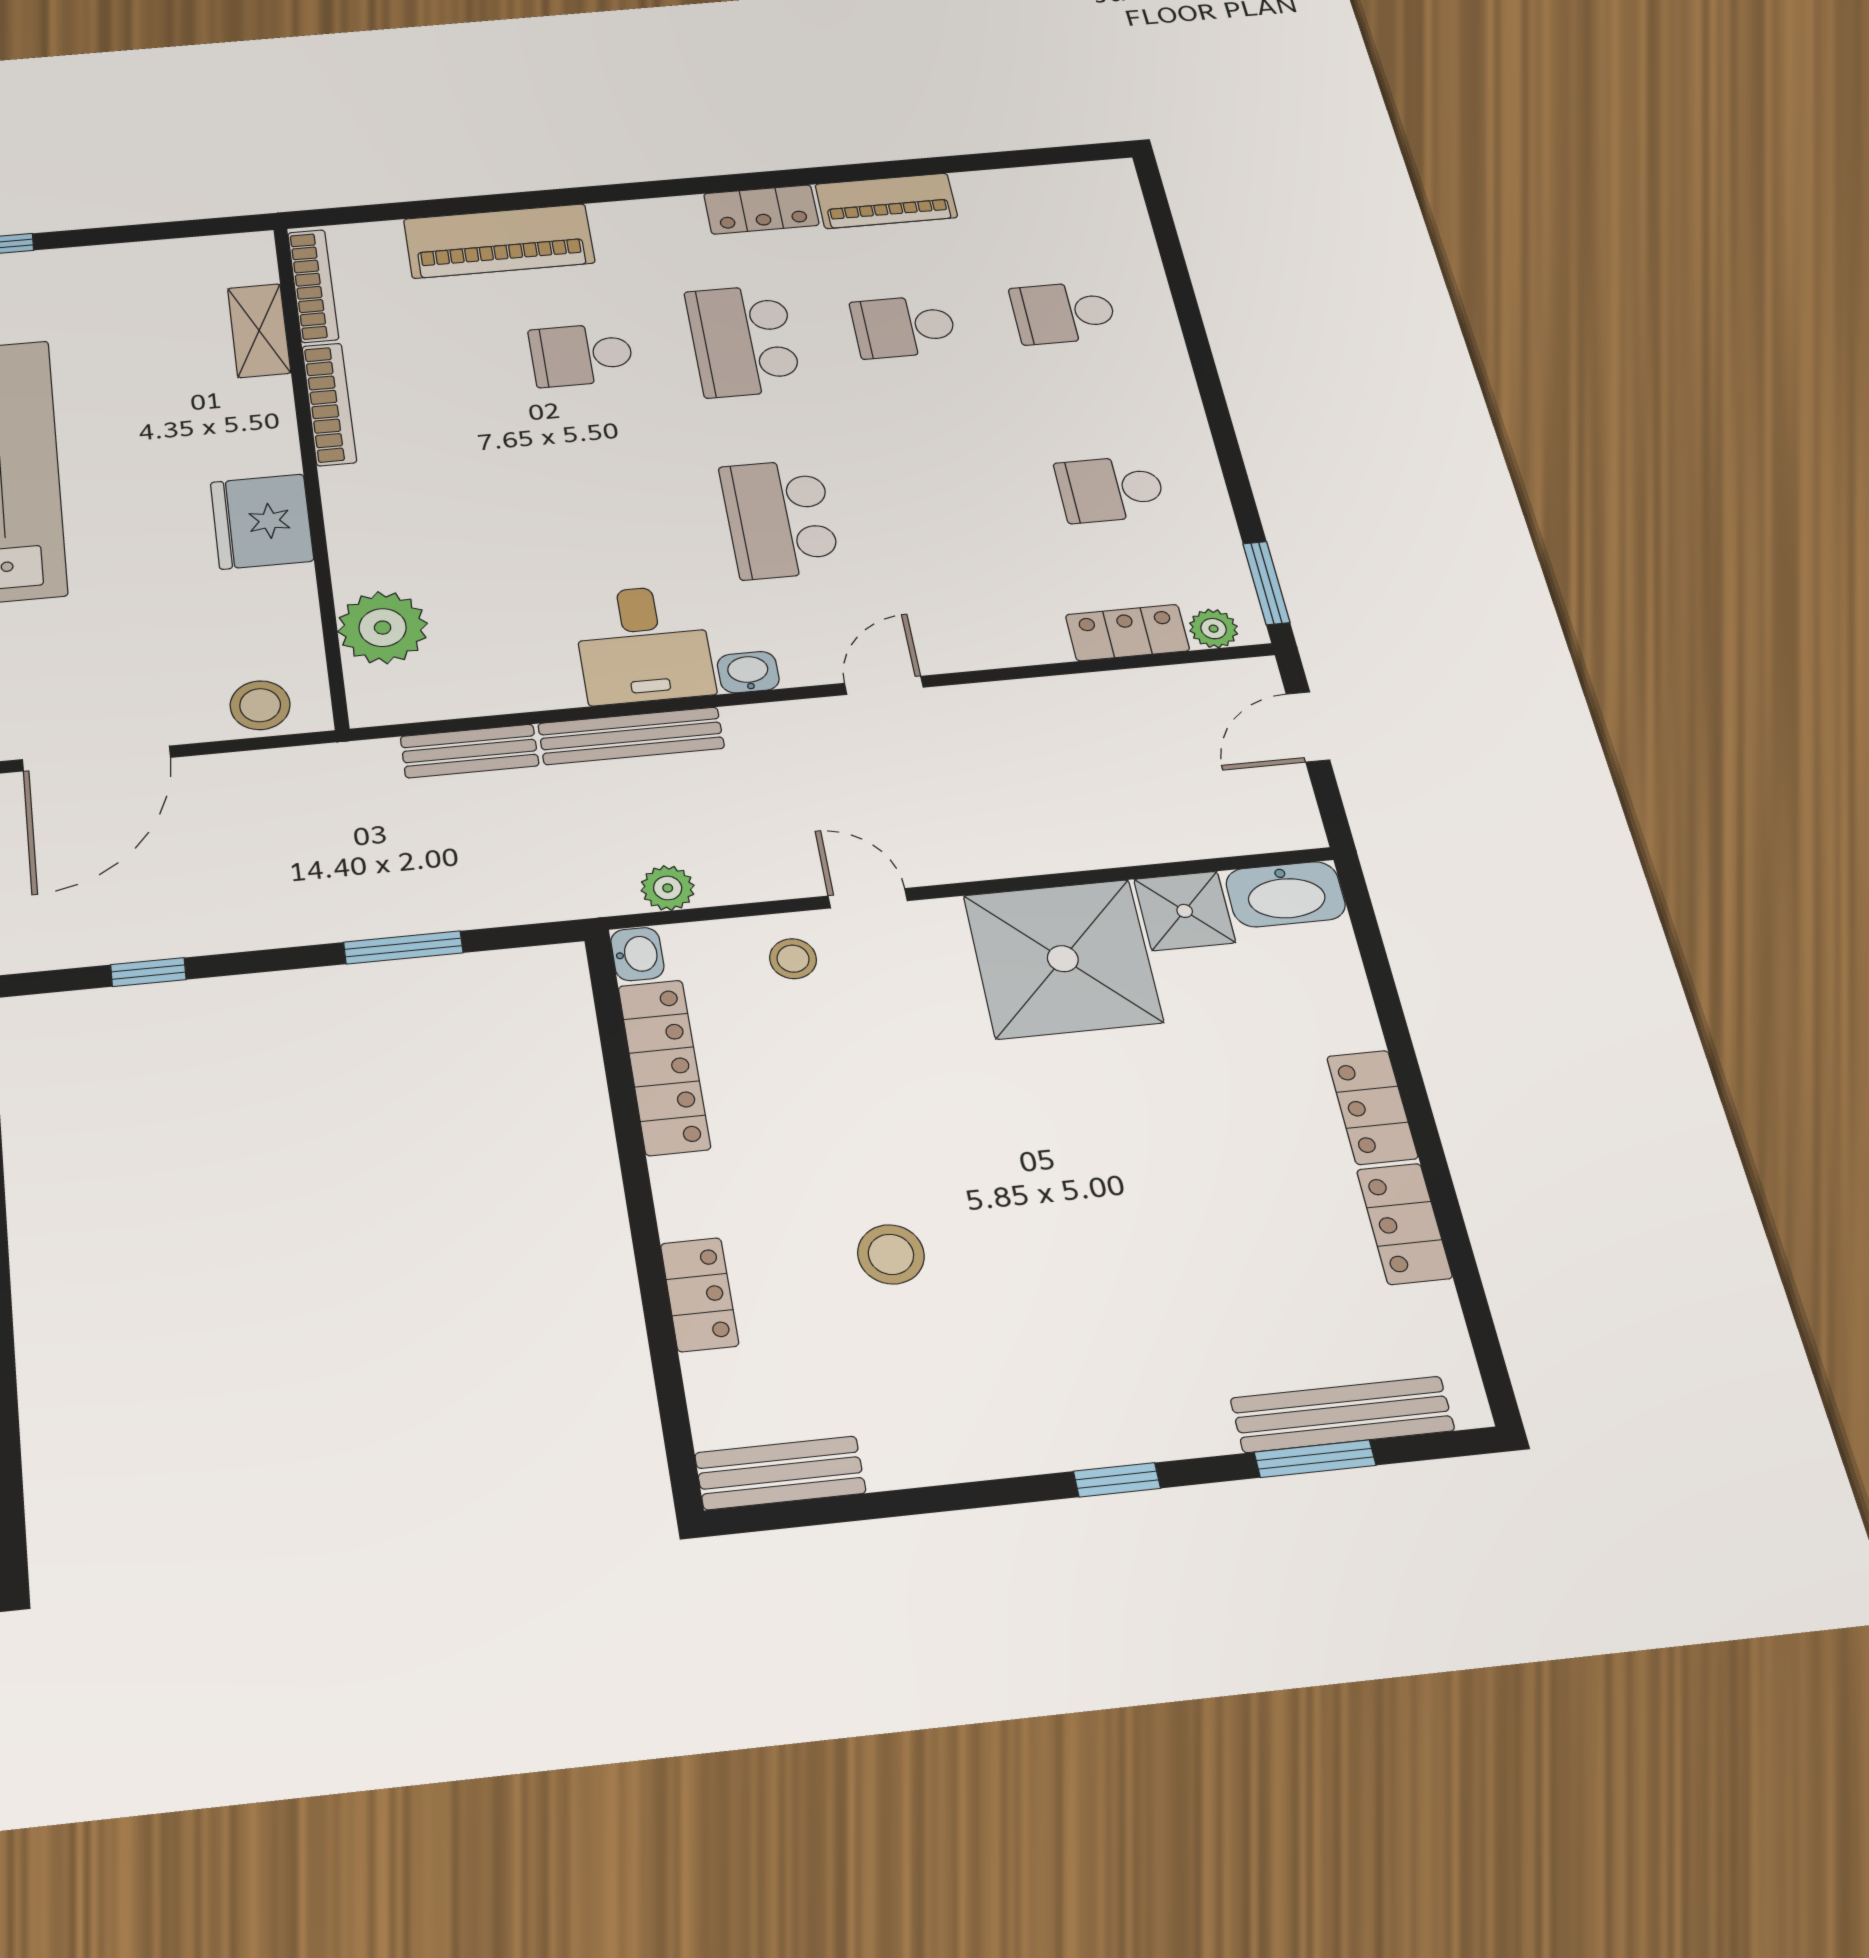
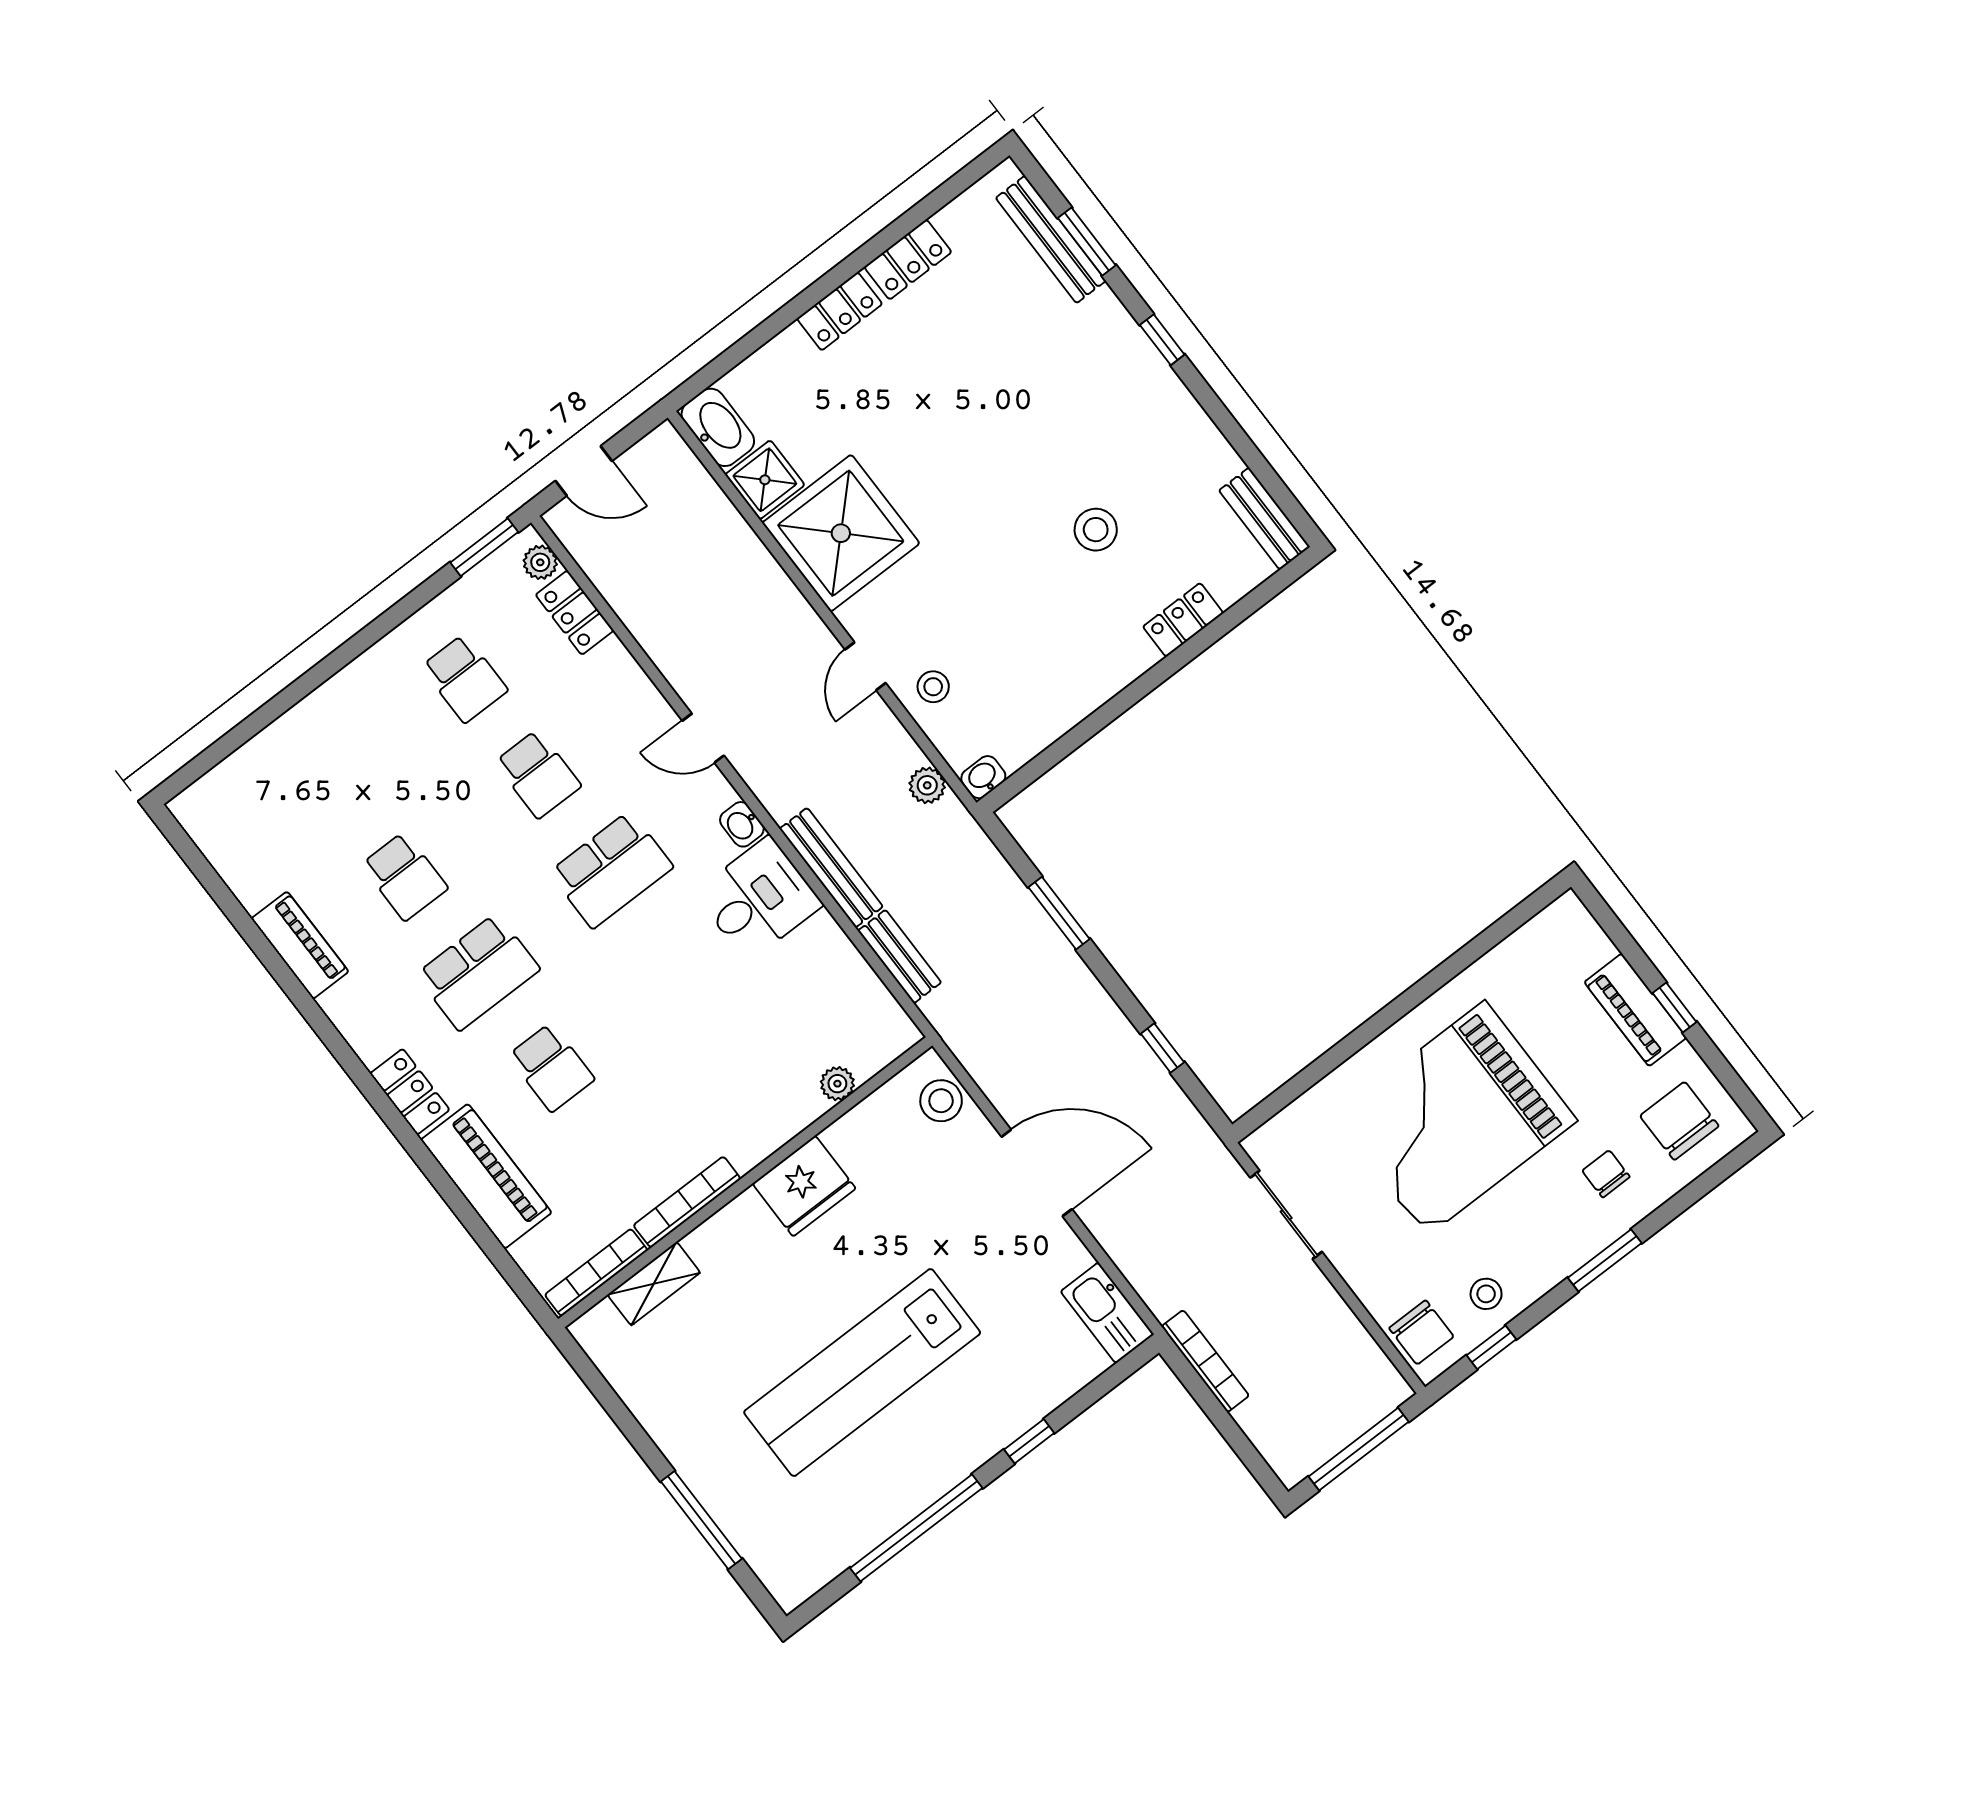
locker: (761, 209) -> (410, 1092), moved
school desk: (1064, 313) -> (538, 774), moved
plant: (383, 628) -> (837, 1084), width x0.53, depth x0.53
locker: (664, 1067) -> (1050, 720), removed

